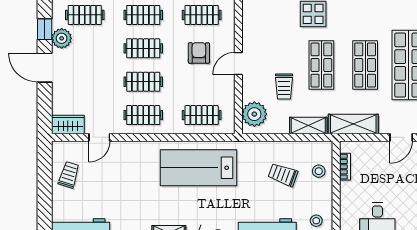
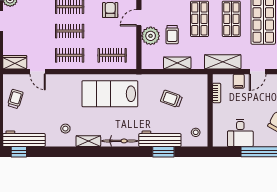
plant: (254, 114) -> (151, 36), moved
shelving: (308, 126) -> (177, 63), moved
door: (99, 137) -> (38, 72), hinge flipped
filing cabinet: (375, 151) -> (239, 81), added
stool: (319, 171) -> (65, 129), moved

